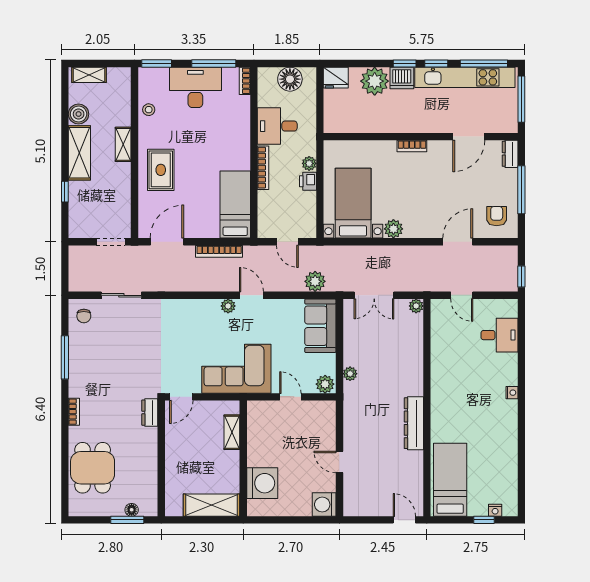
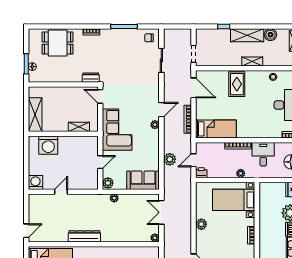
rug: (161, 170) -> (237, 84), turned 90
printer: (308, 181) -> (201, 173), moved
bed with nightstands: (353, 203) -> (234, 200), moved, turned 180
plant: (315, 281) -> (170, 159), moved
door: (251, 295) -> (161, 110), moved

